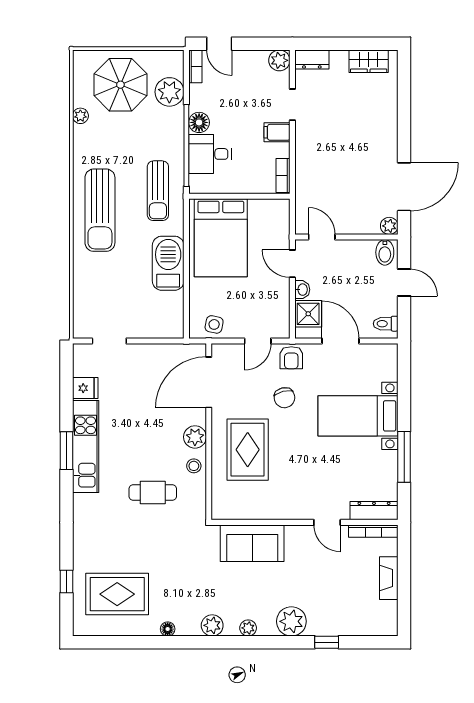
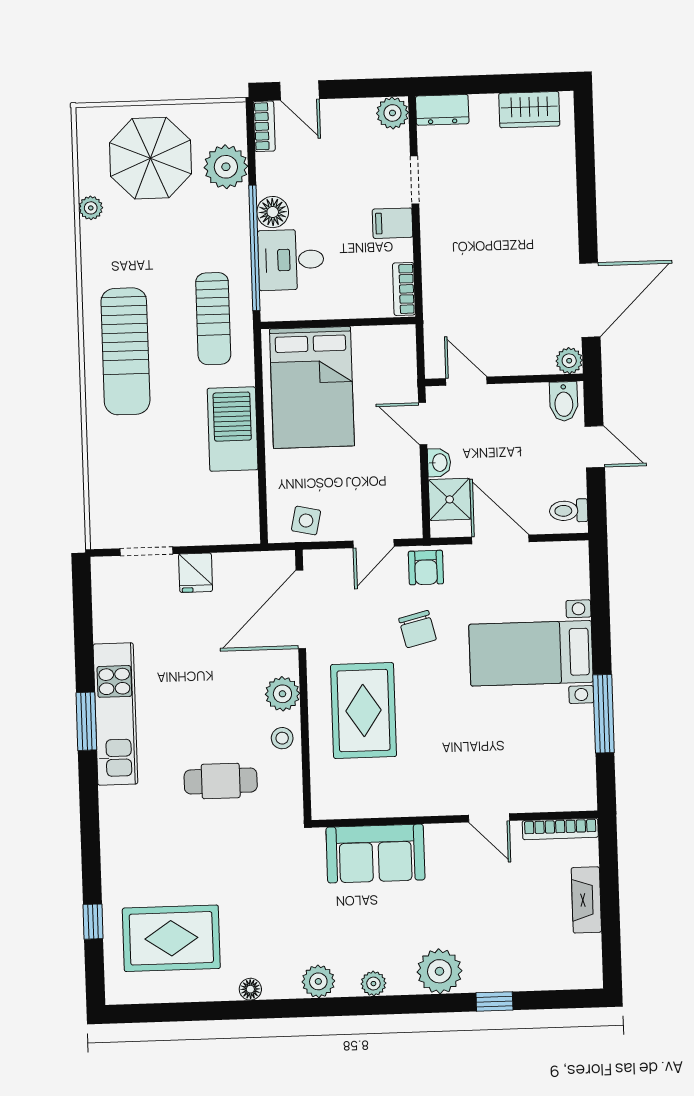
fridge: (85, 388) -> (196, 573), moved, turned 90
dresser: (374, 511) -> (560, 797), removed

